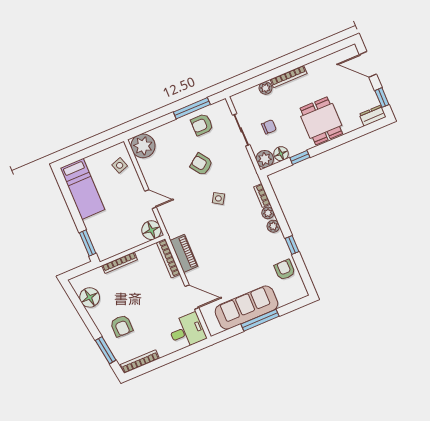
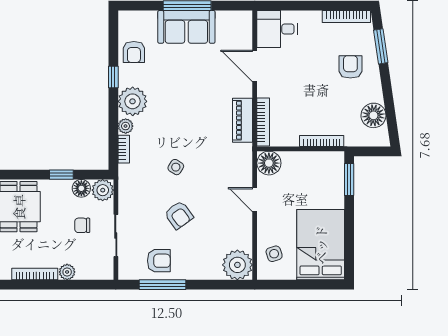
bed: (82, 189) -> (321, 245), width x1.50
plant: (273, 226) -> (133, 101), width x1.87, depth x1.87
sofa: (246, 308) -> (186, 27), width x0.73

